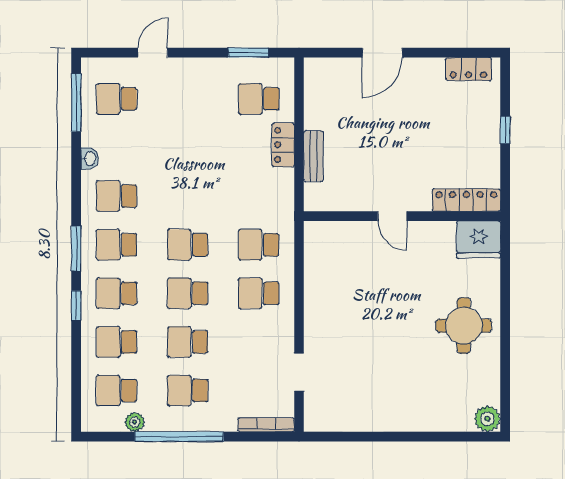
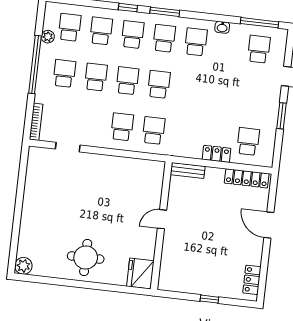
window: (248, 53) -> (282, 116), moved
bench: (313, 156) -> (188, 170), moved
locker: (466, 200) -> (247, 178), moved, turned 90

